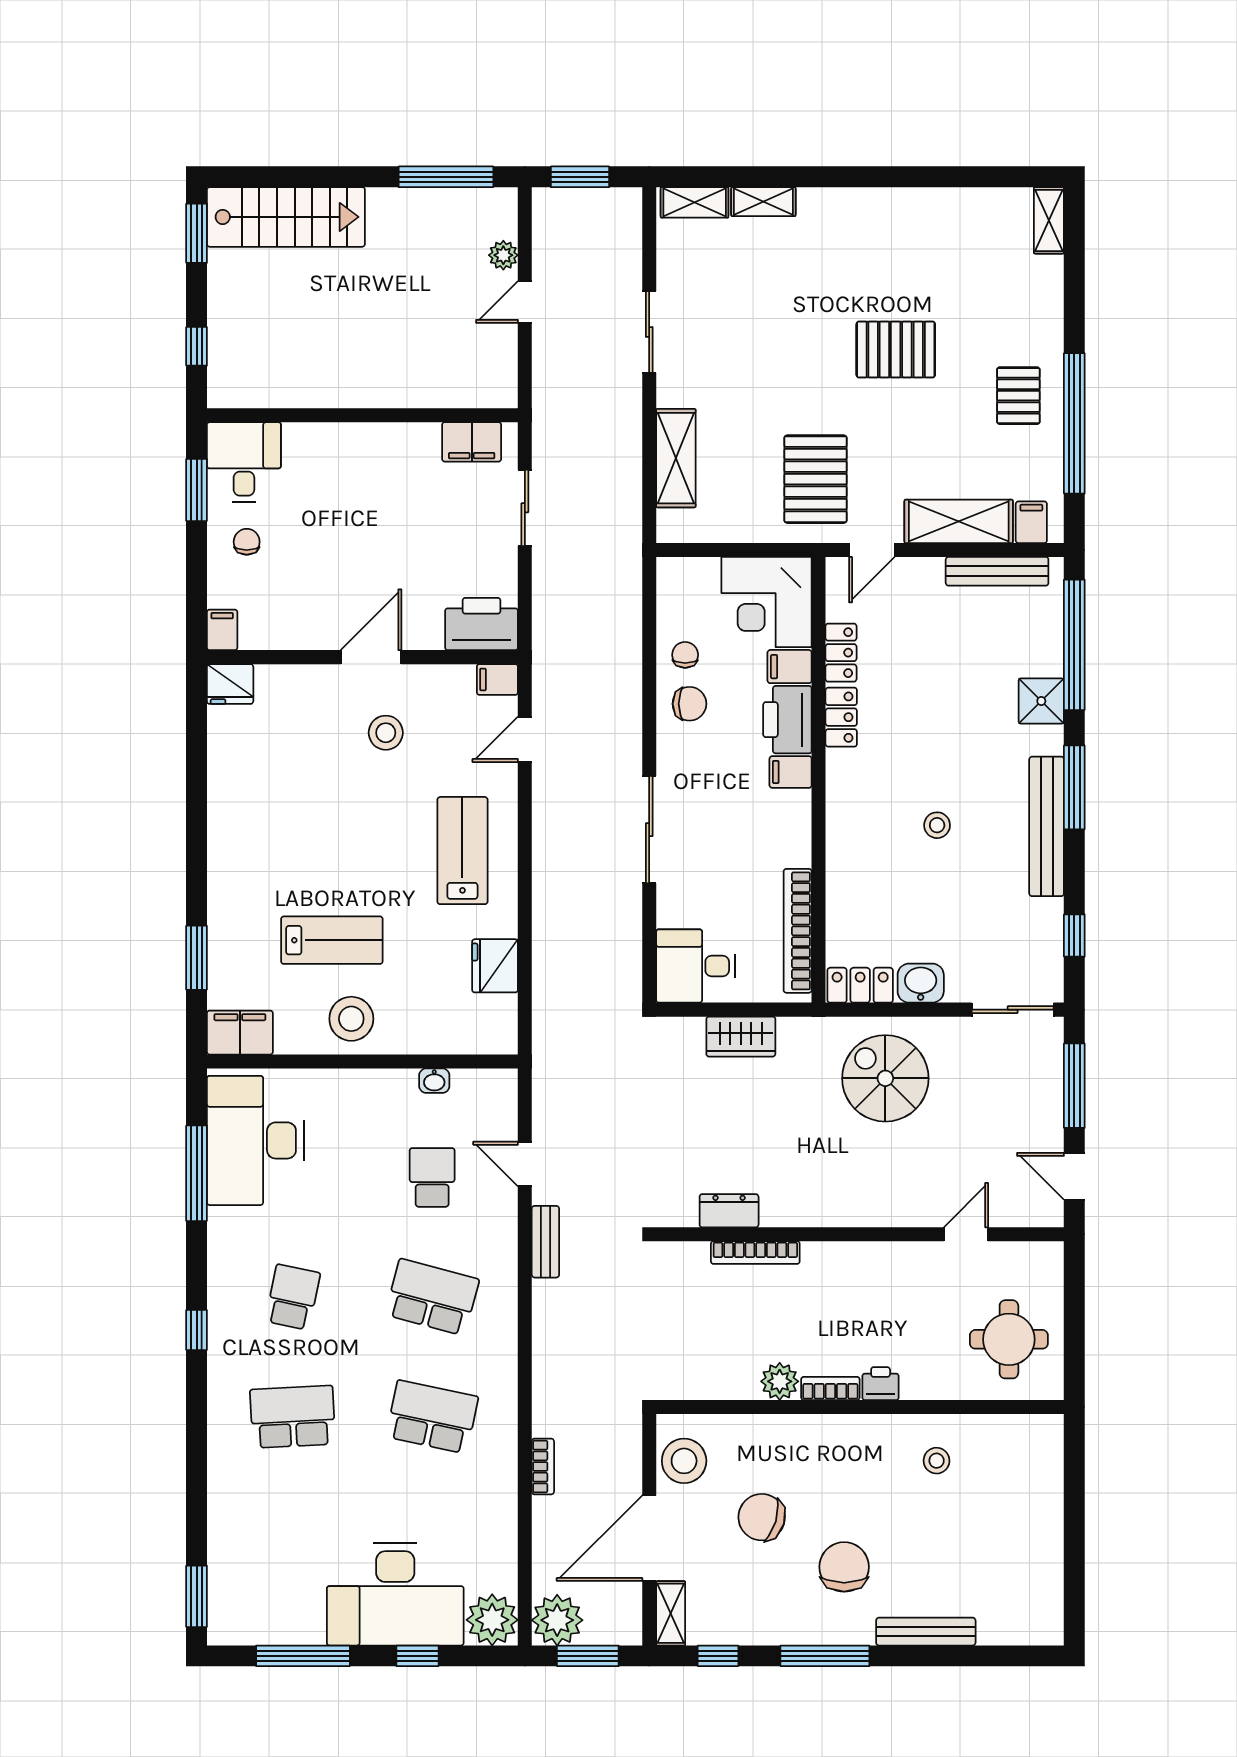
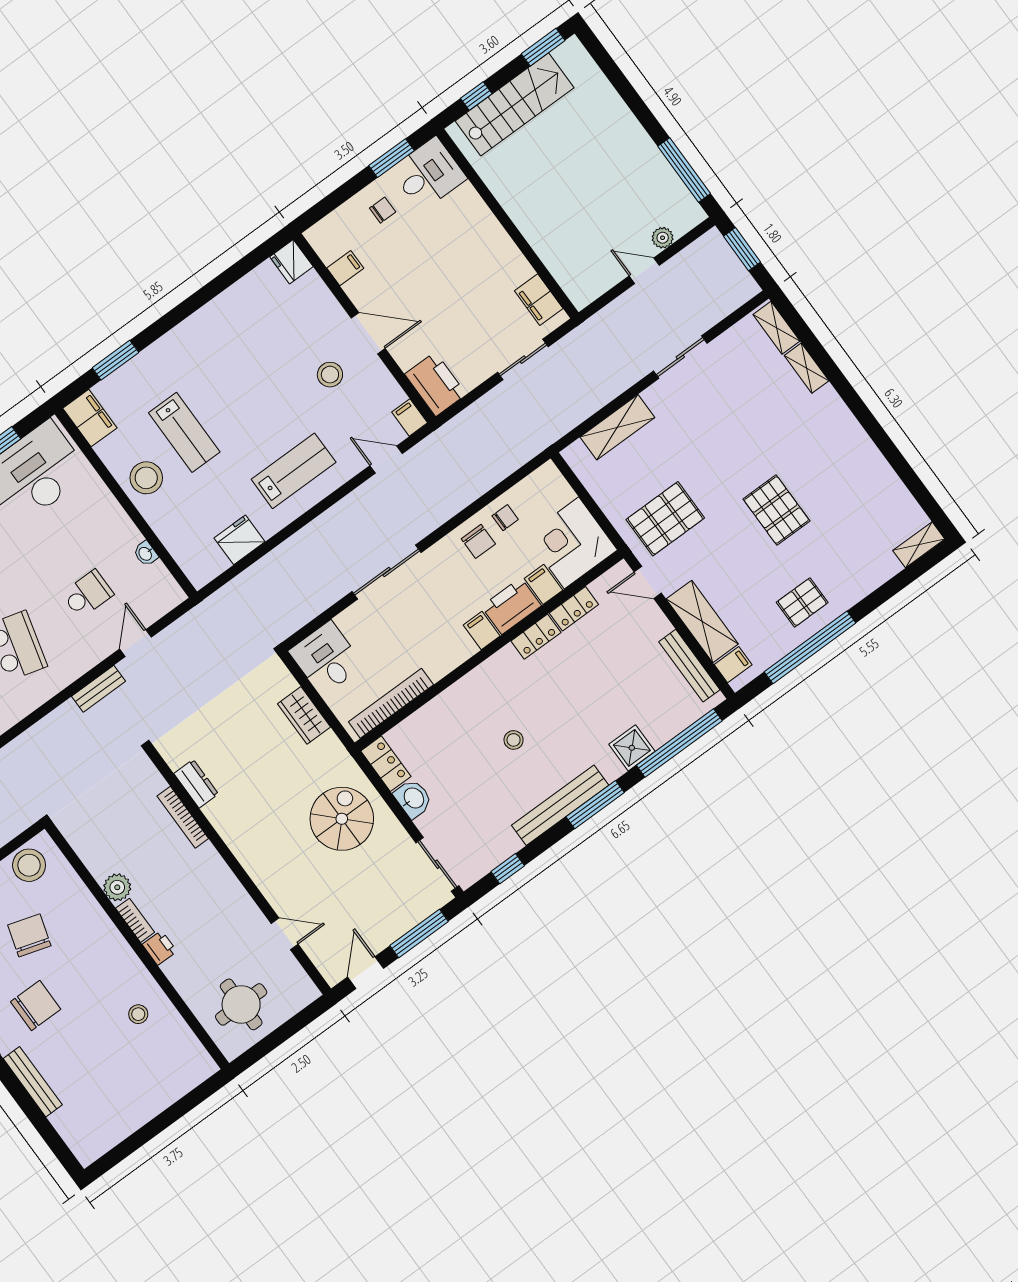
stairs: (286, 217) -> (515, 104), moved, turned -90
filing cabinet: (222, 630) -> (345, 268), moved

